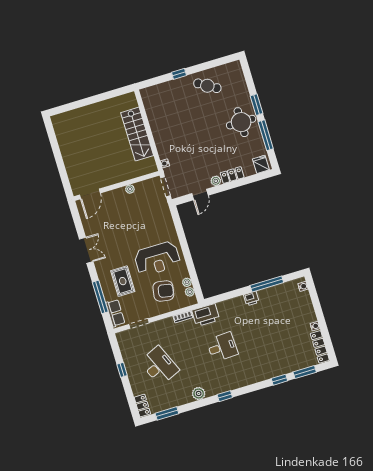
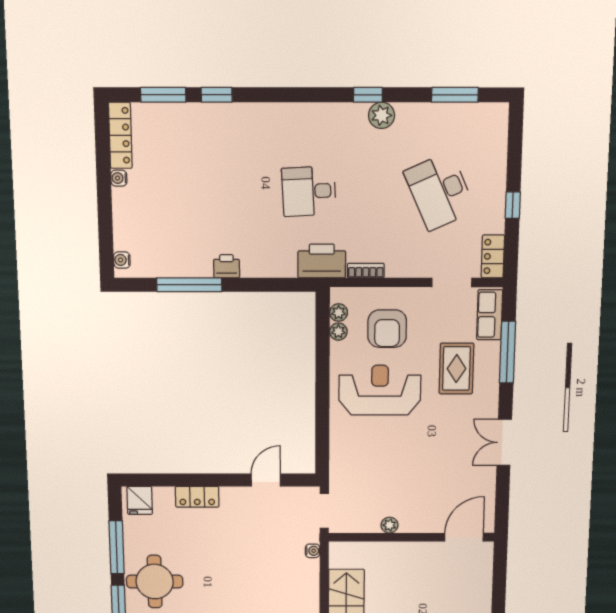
plant: (216, 181) -> (230, 495), removed
armchair: (163, 291) -> (387, 329), turned -100
window: (225, 396) -> (368, 95), moved
locker: (142, 406) -> (493, 256), moved

